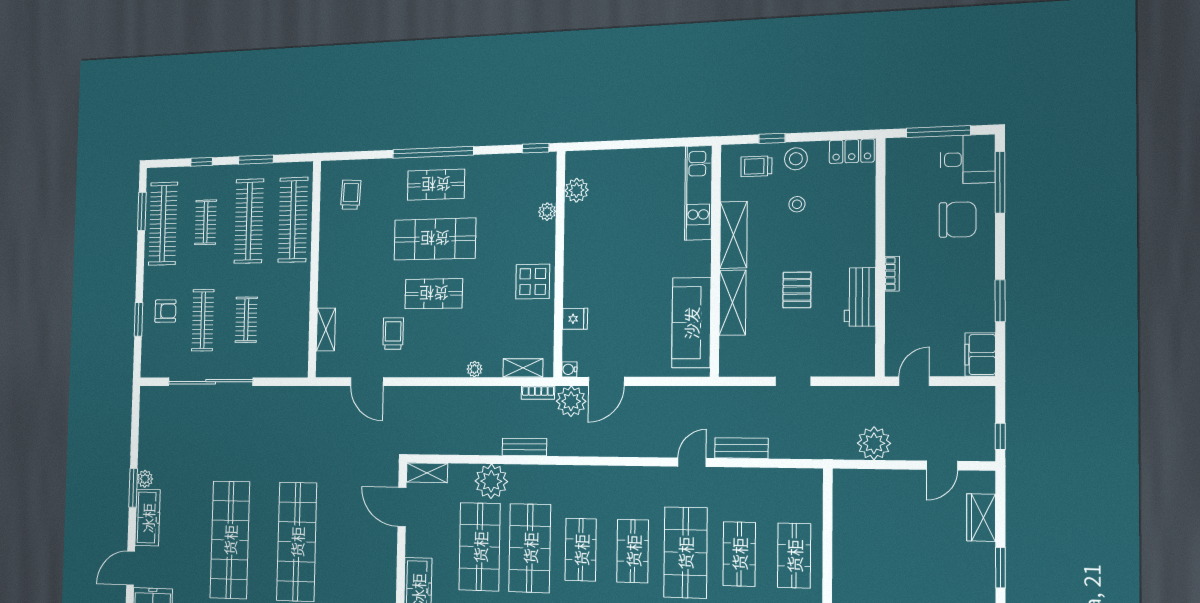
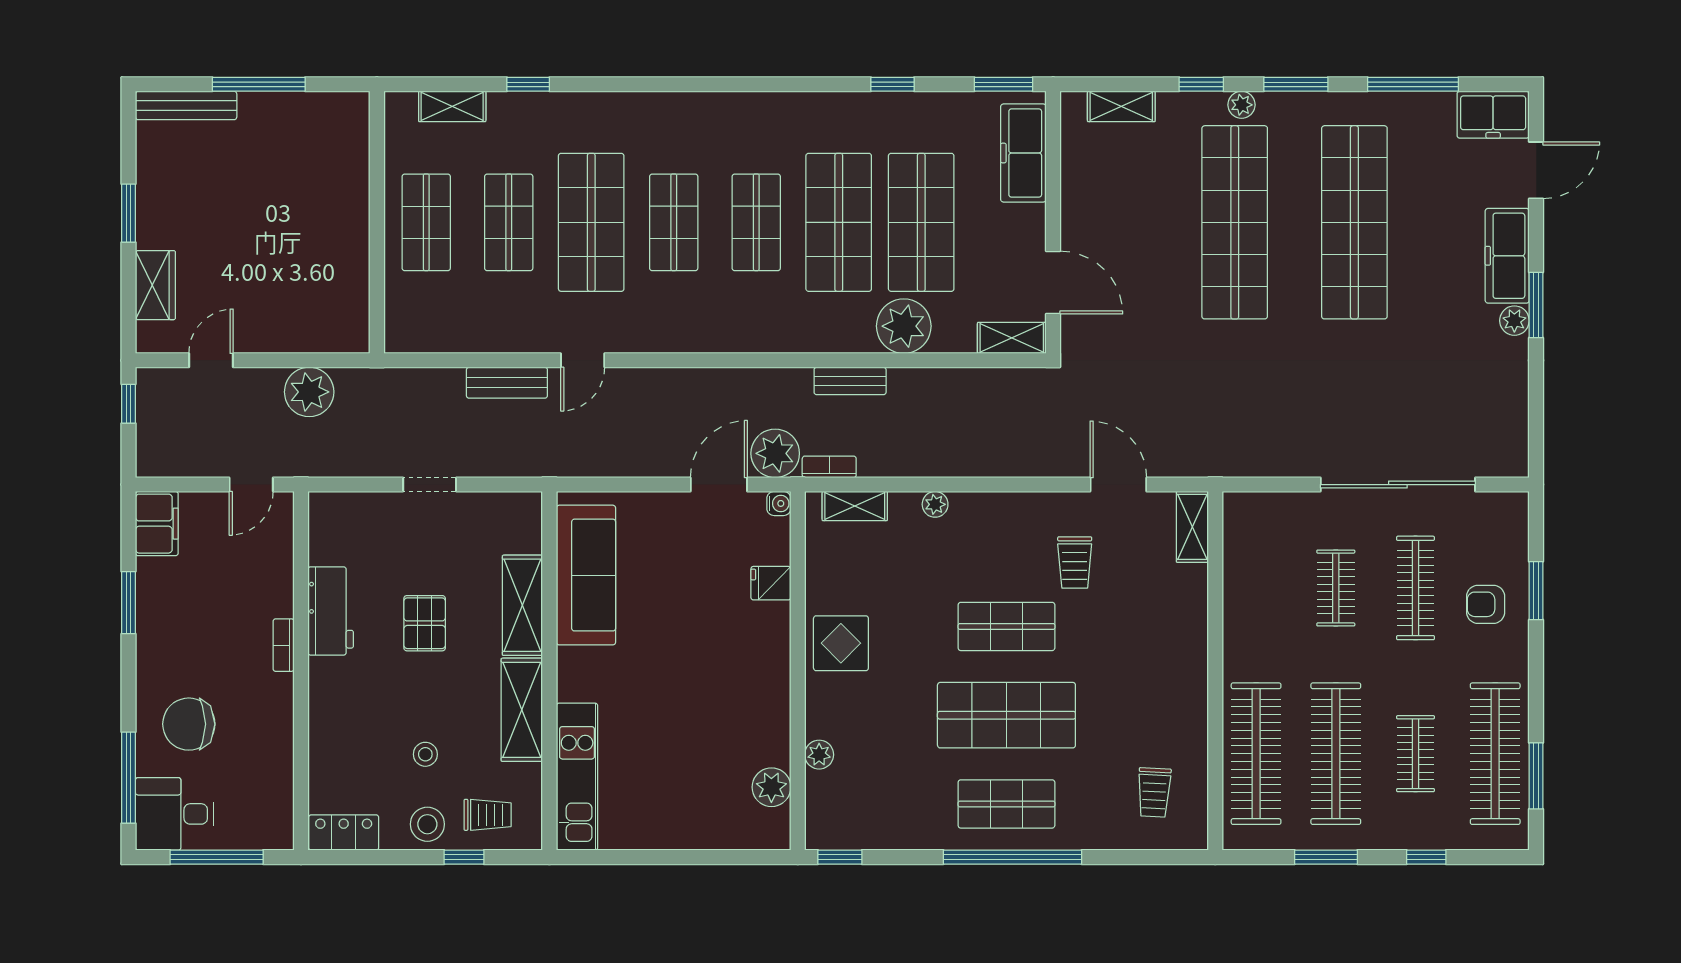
shelving: (326, 329) -> (1192, 527), moved

